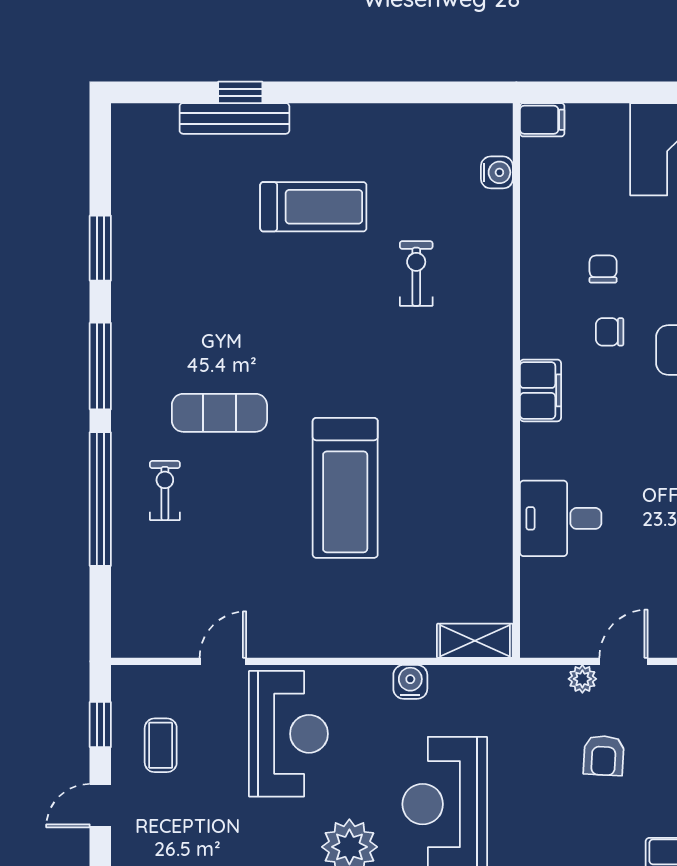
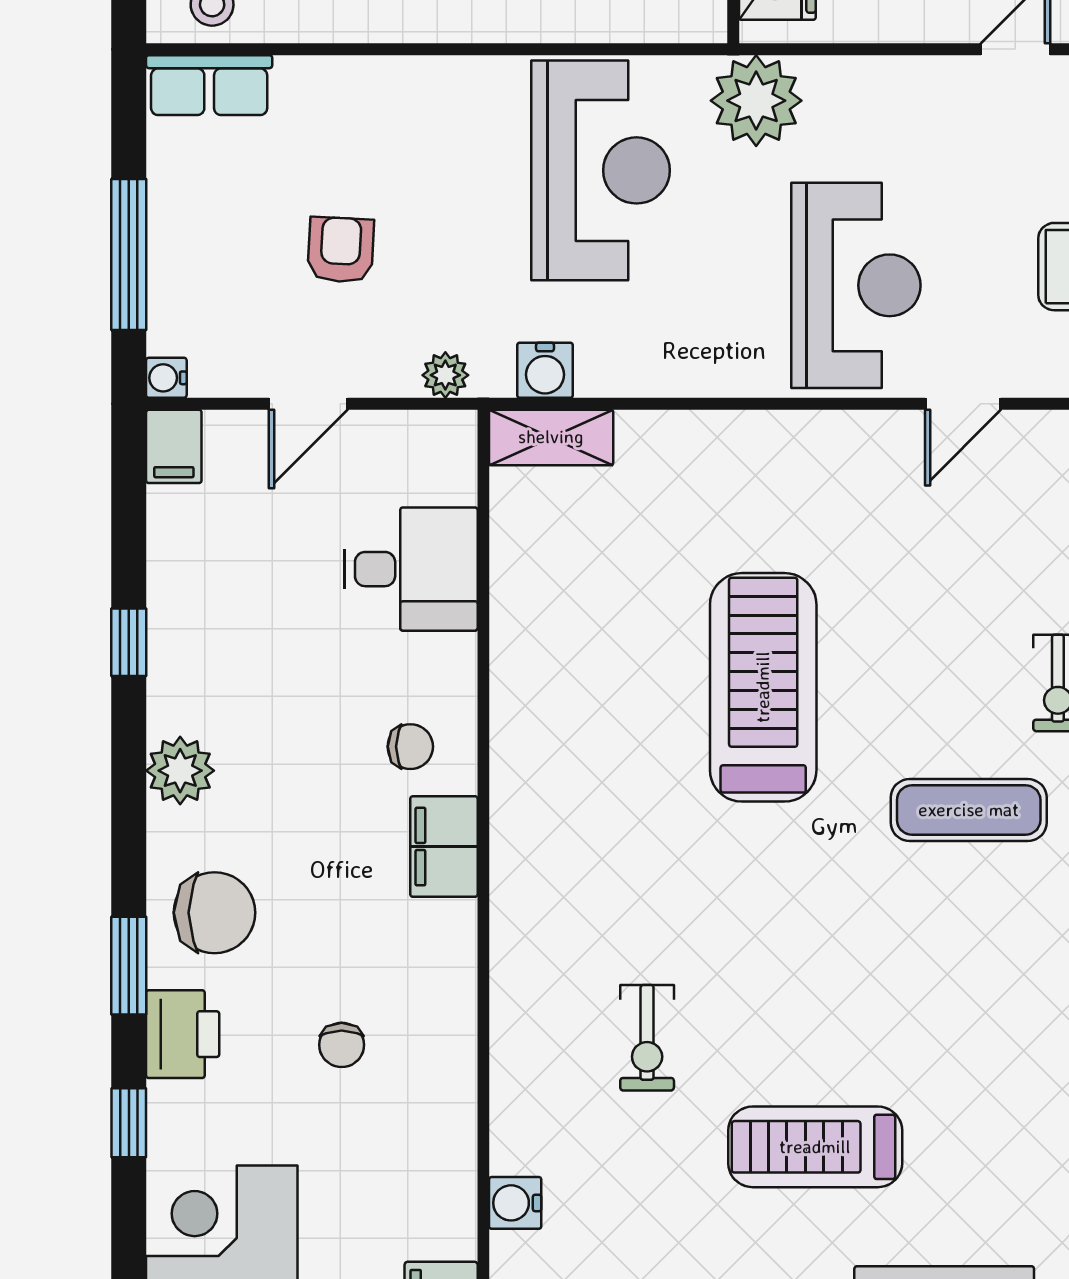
chair: (610, 332) -> (410, 747), moved
desk: (561, 518) -> (411, 569), moved
plant: (582, 679) -> (445, 375), moved
water cooler: (410, 682) -> (545, 370), moved
reception desk: (288, 734) -> (856, 285), turned 180

